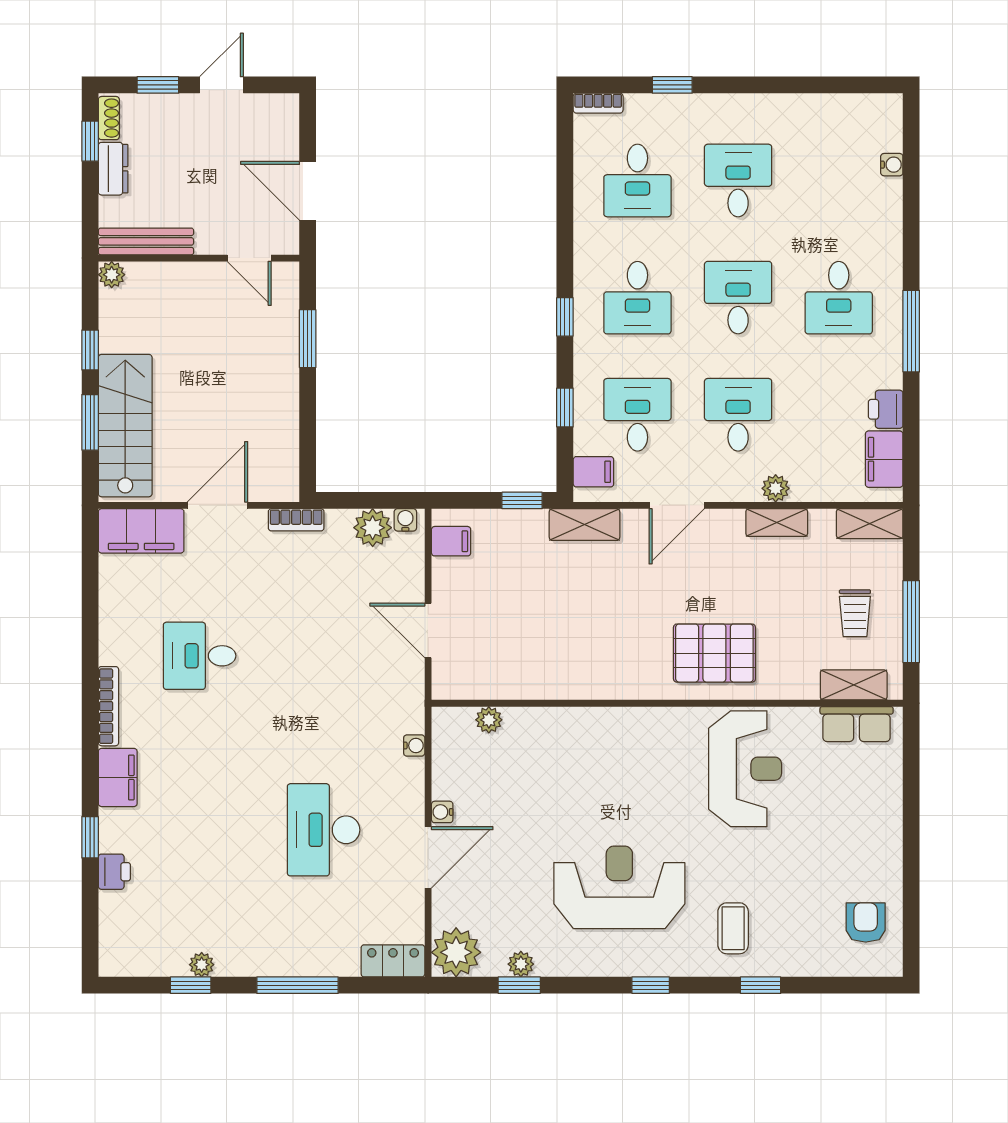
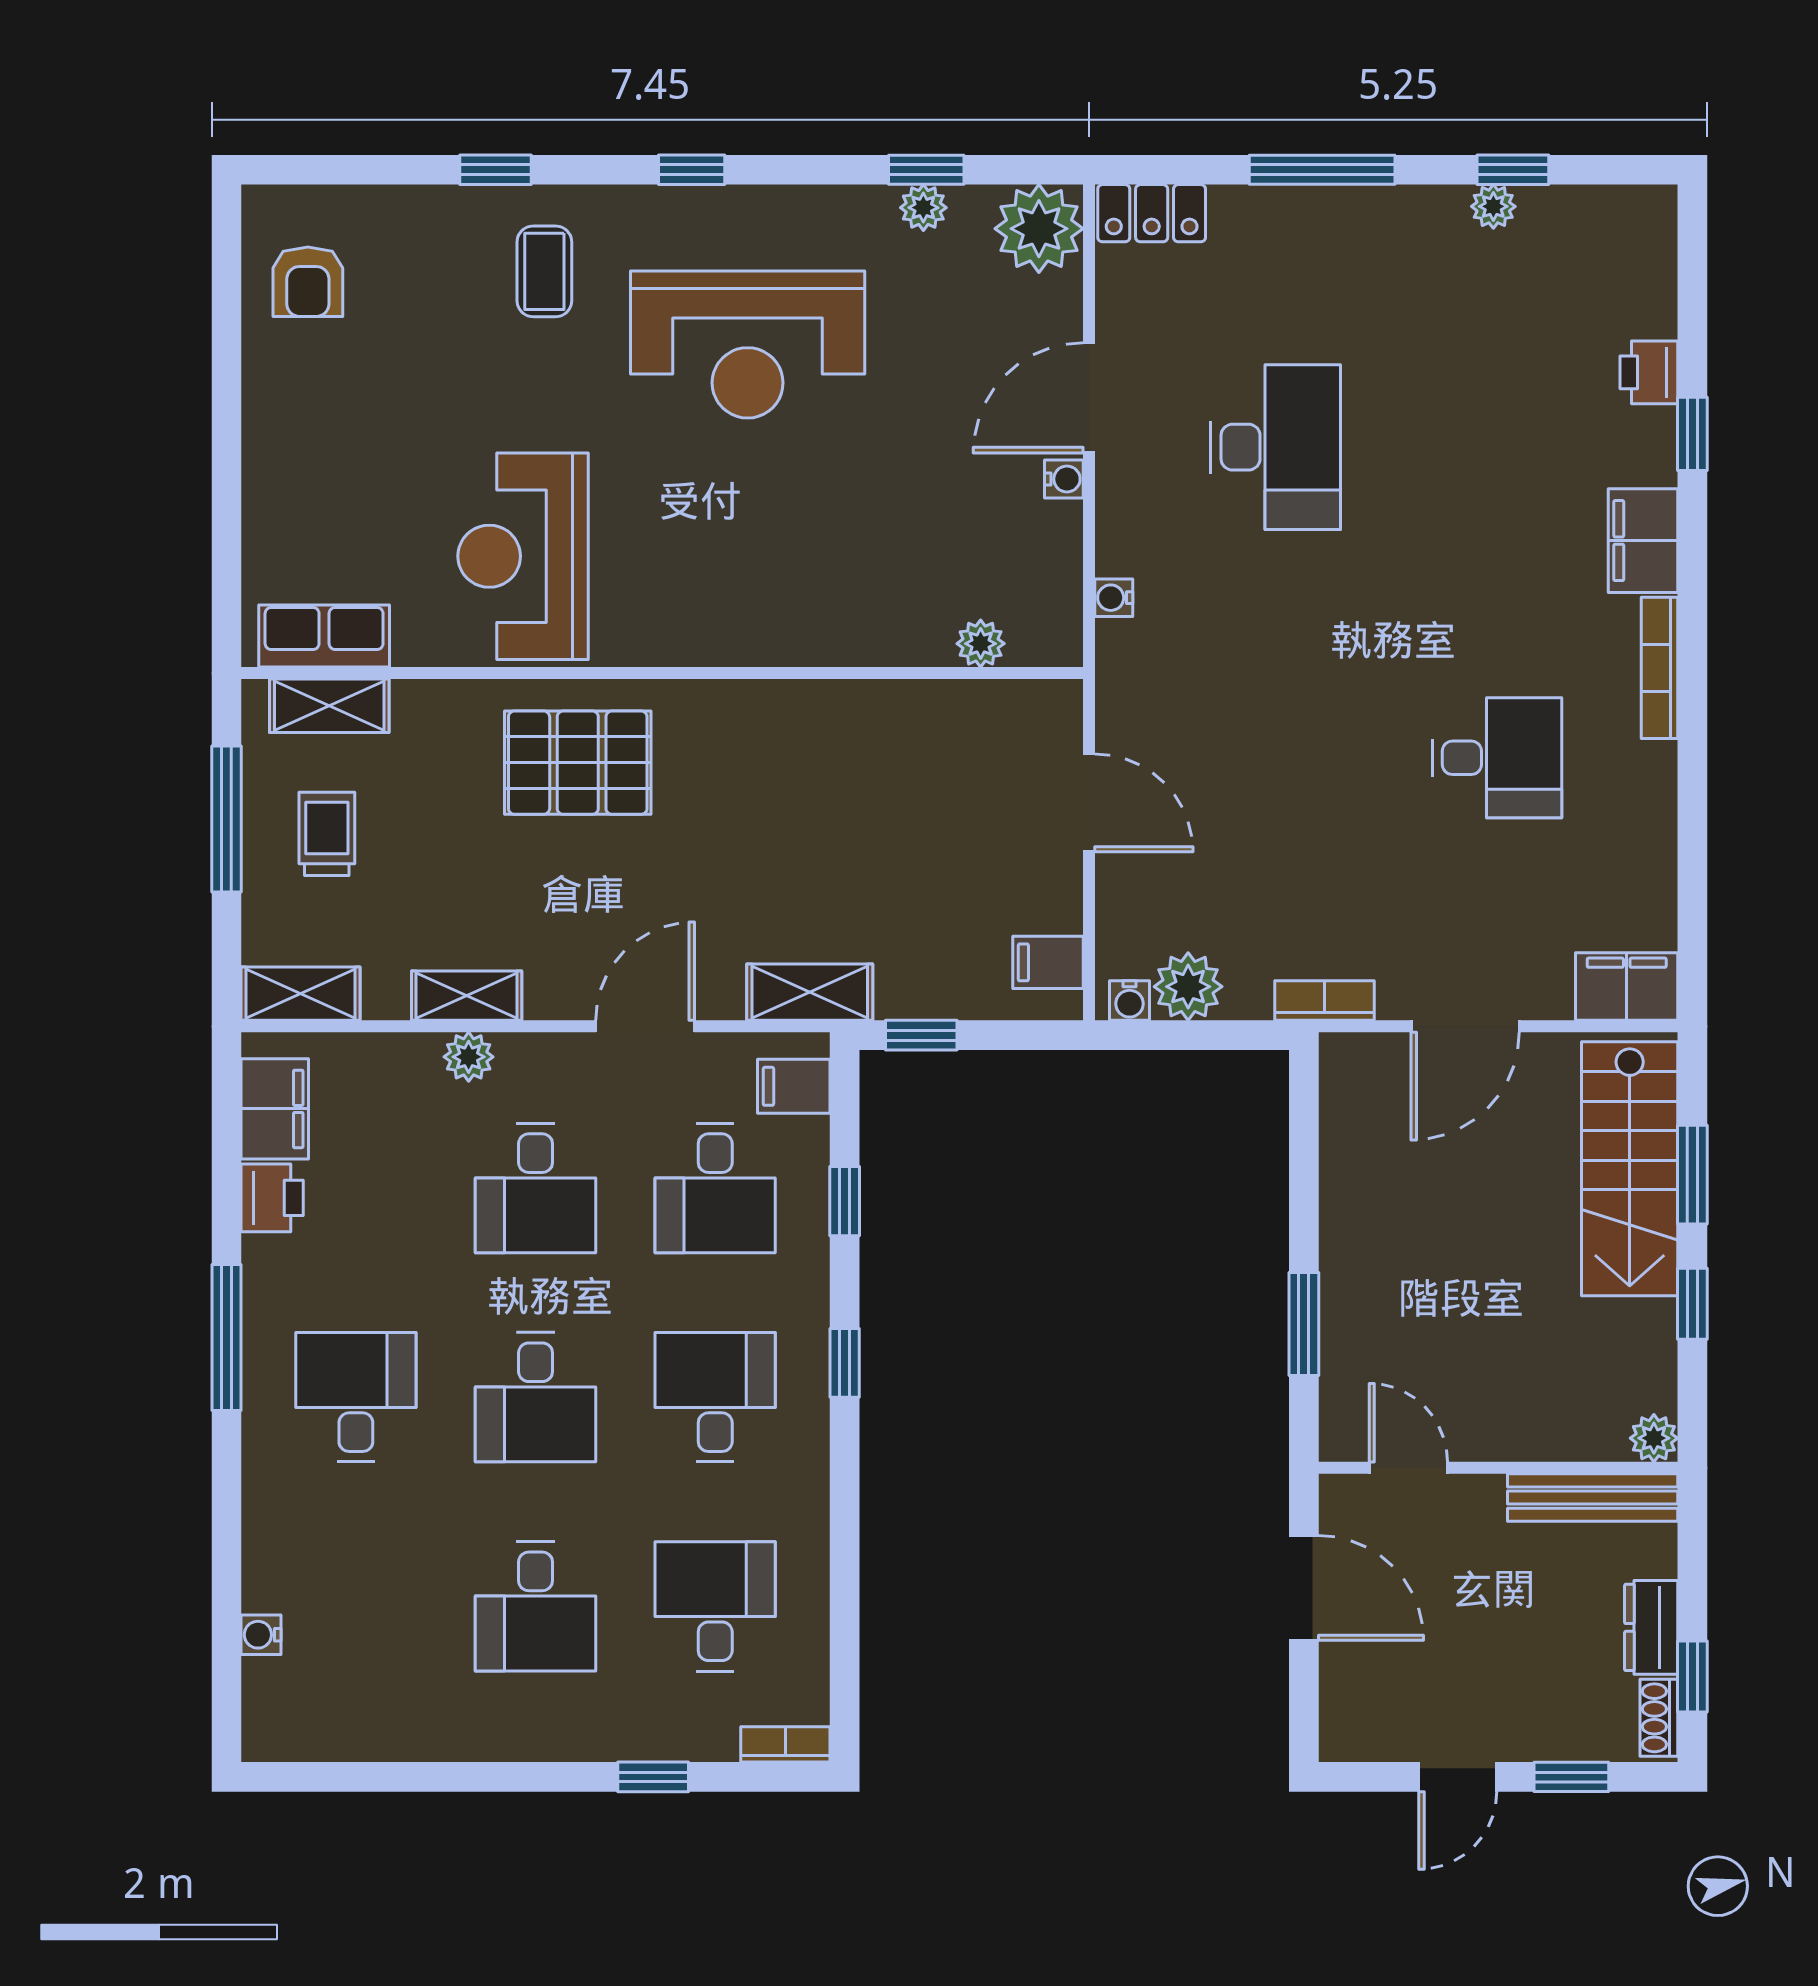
filing cabinet: (141, 531) -> (1627, 986), width x0.67, depth x0.86

